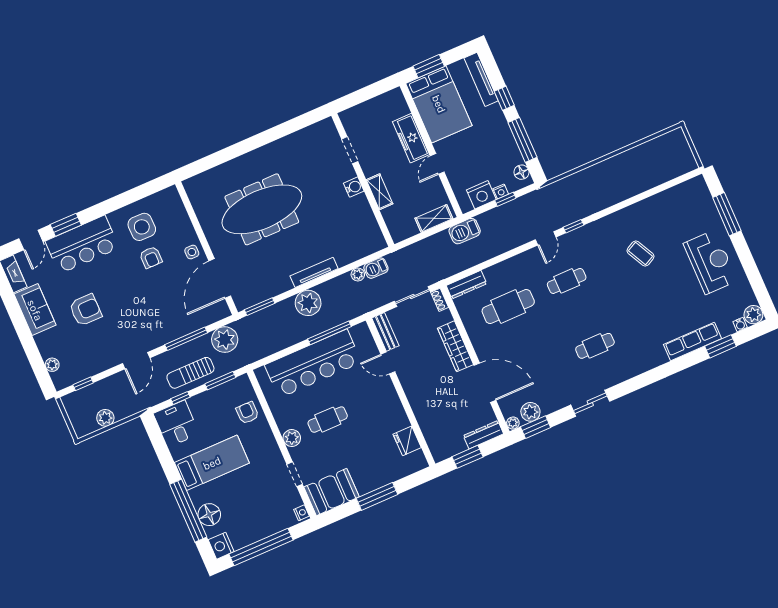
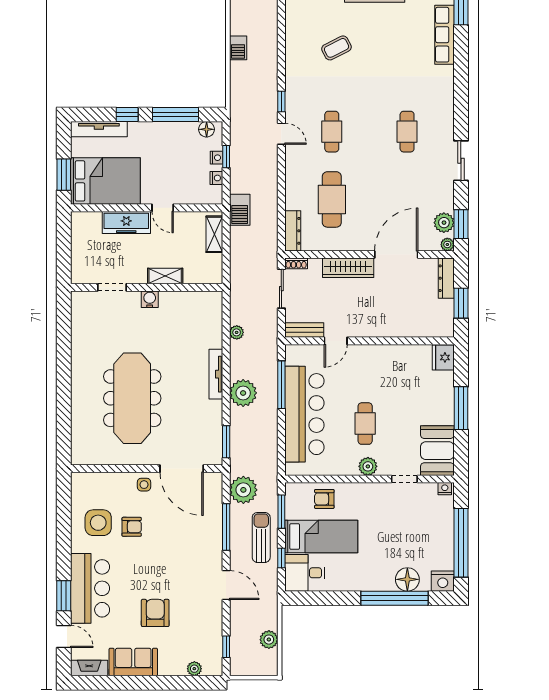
nightstand: (481, 195) -> (216, 178), width x0.53, depth x0.56
barbecue: (376, 268) -> (238, 48), moved
sun lounger: (190, 373) -> (261, 537), turned 180
fridge: (407, 441) -> (443, 357), moved, turned 90
bed: (212, 463) -> (321, 537), moved, turned 90

